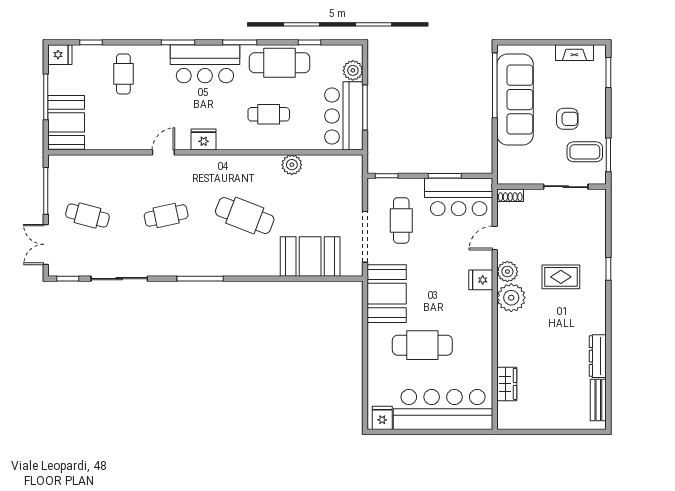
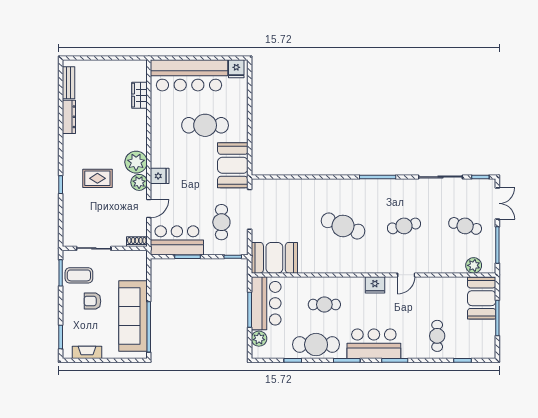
fridge: (60, 55) -> (486, 351), removed
plant: (292, 165) -> (474, 265), moved
booth: (310, 257) -> (274, 258), moved

